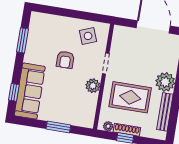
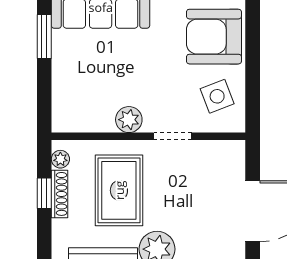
armchair: (65, 60) -> (214, 37), moved, width x1.88, depth x1.88
window: (58, 127) -> (44, 36), moved

